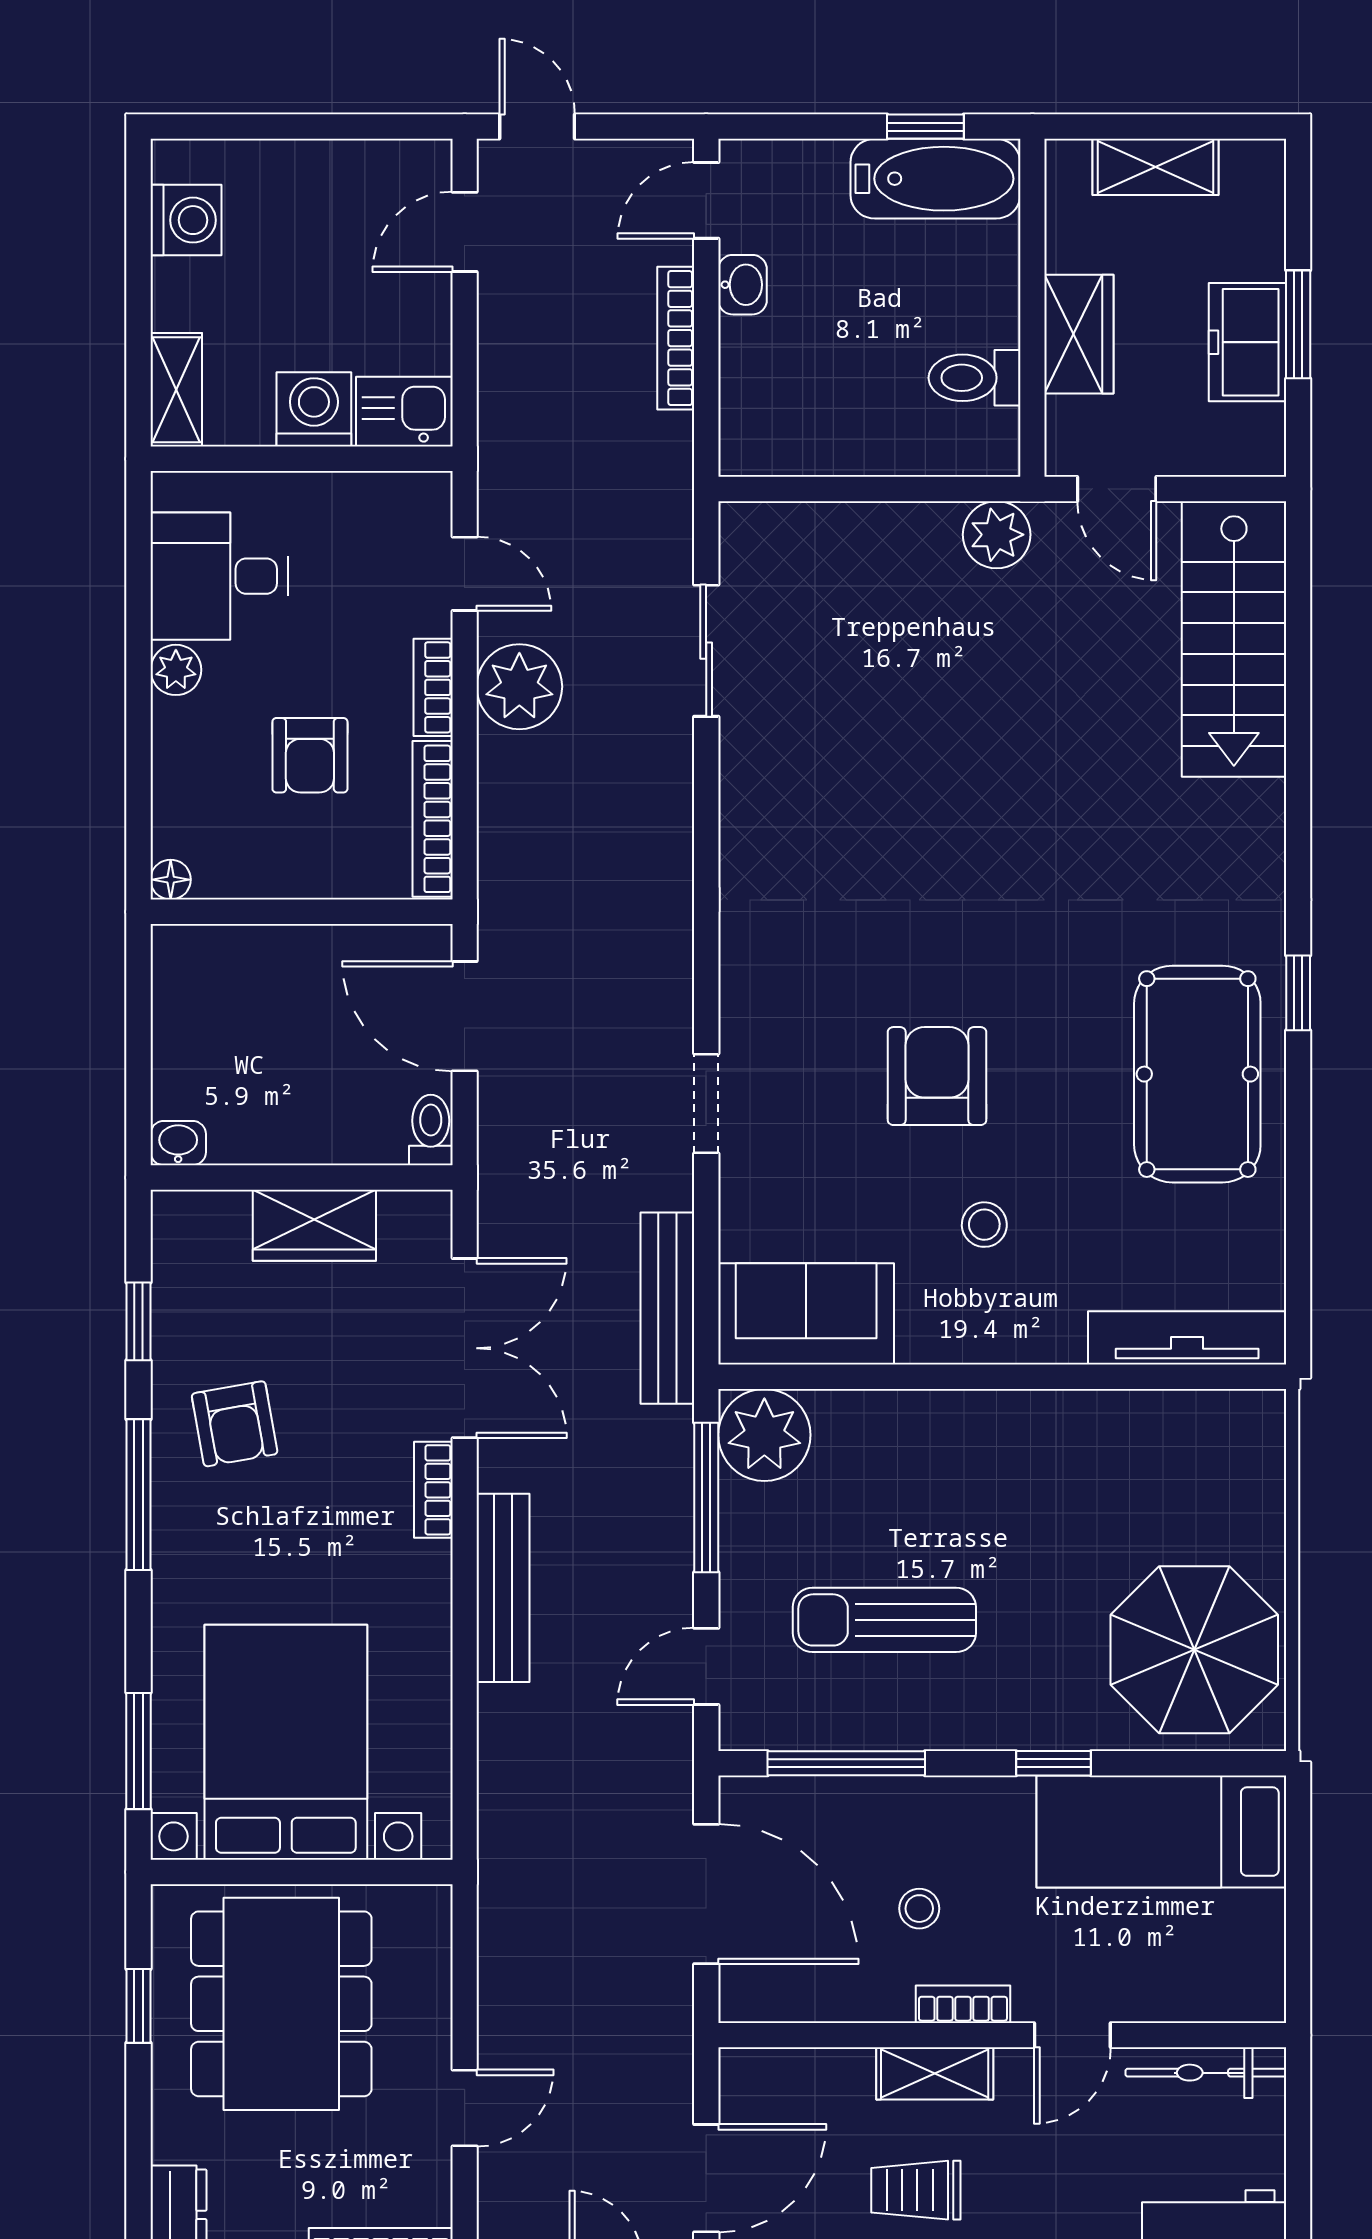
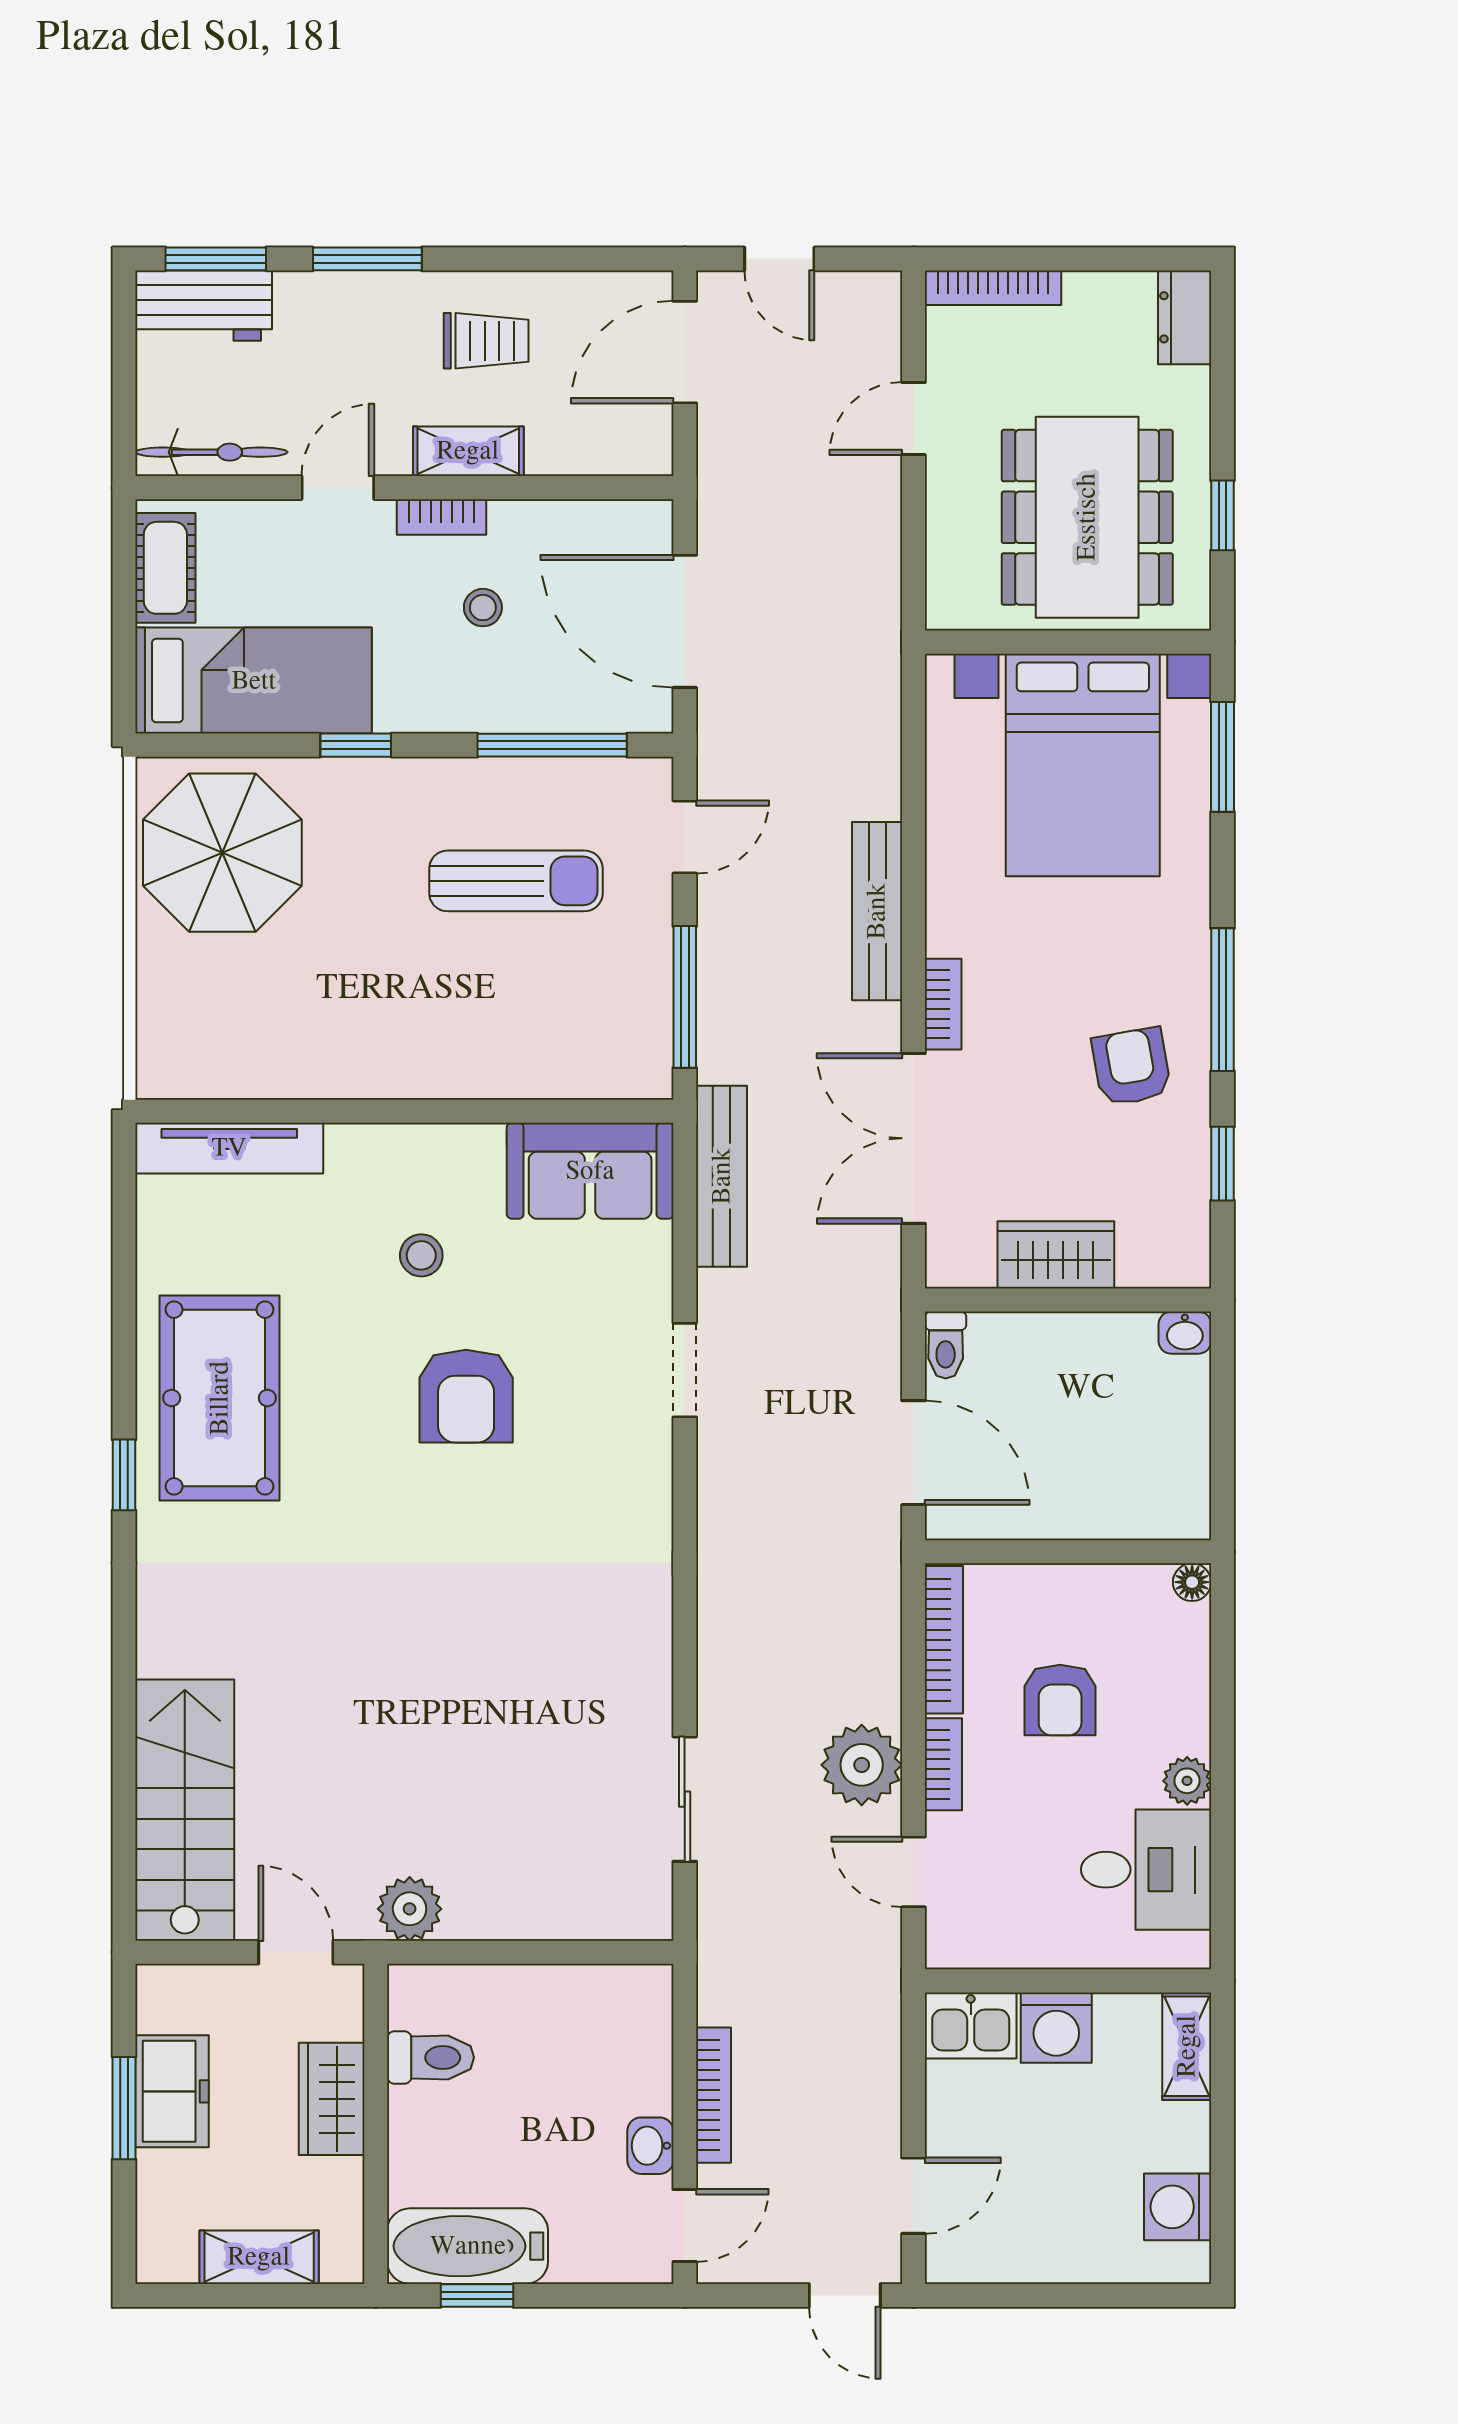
armchair: (310, 755) -> (1060, 1700), turned 180
plant: (764, 1435) -> (630, 1056), removed
cot: (1254, 1950) -> (165, 568), added

